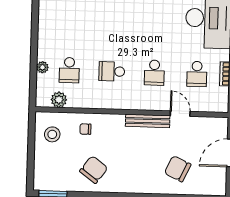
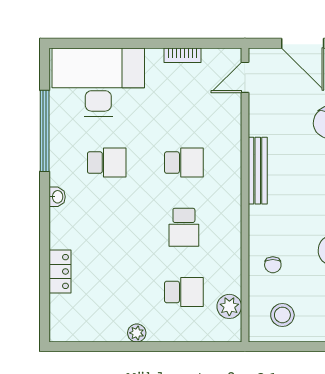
plant: (42, 67) -> (137, 333), moved
school desk: (197, 74) -> (107, 163), moved
door: (180, 114) -> (245, 77), moved

